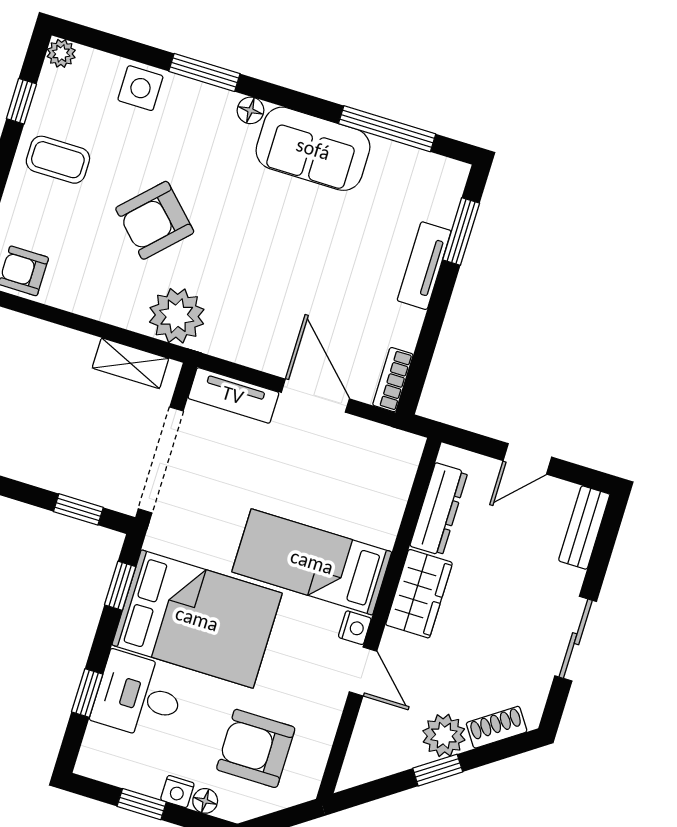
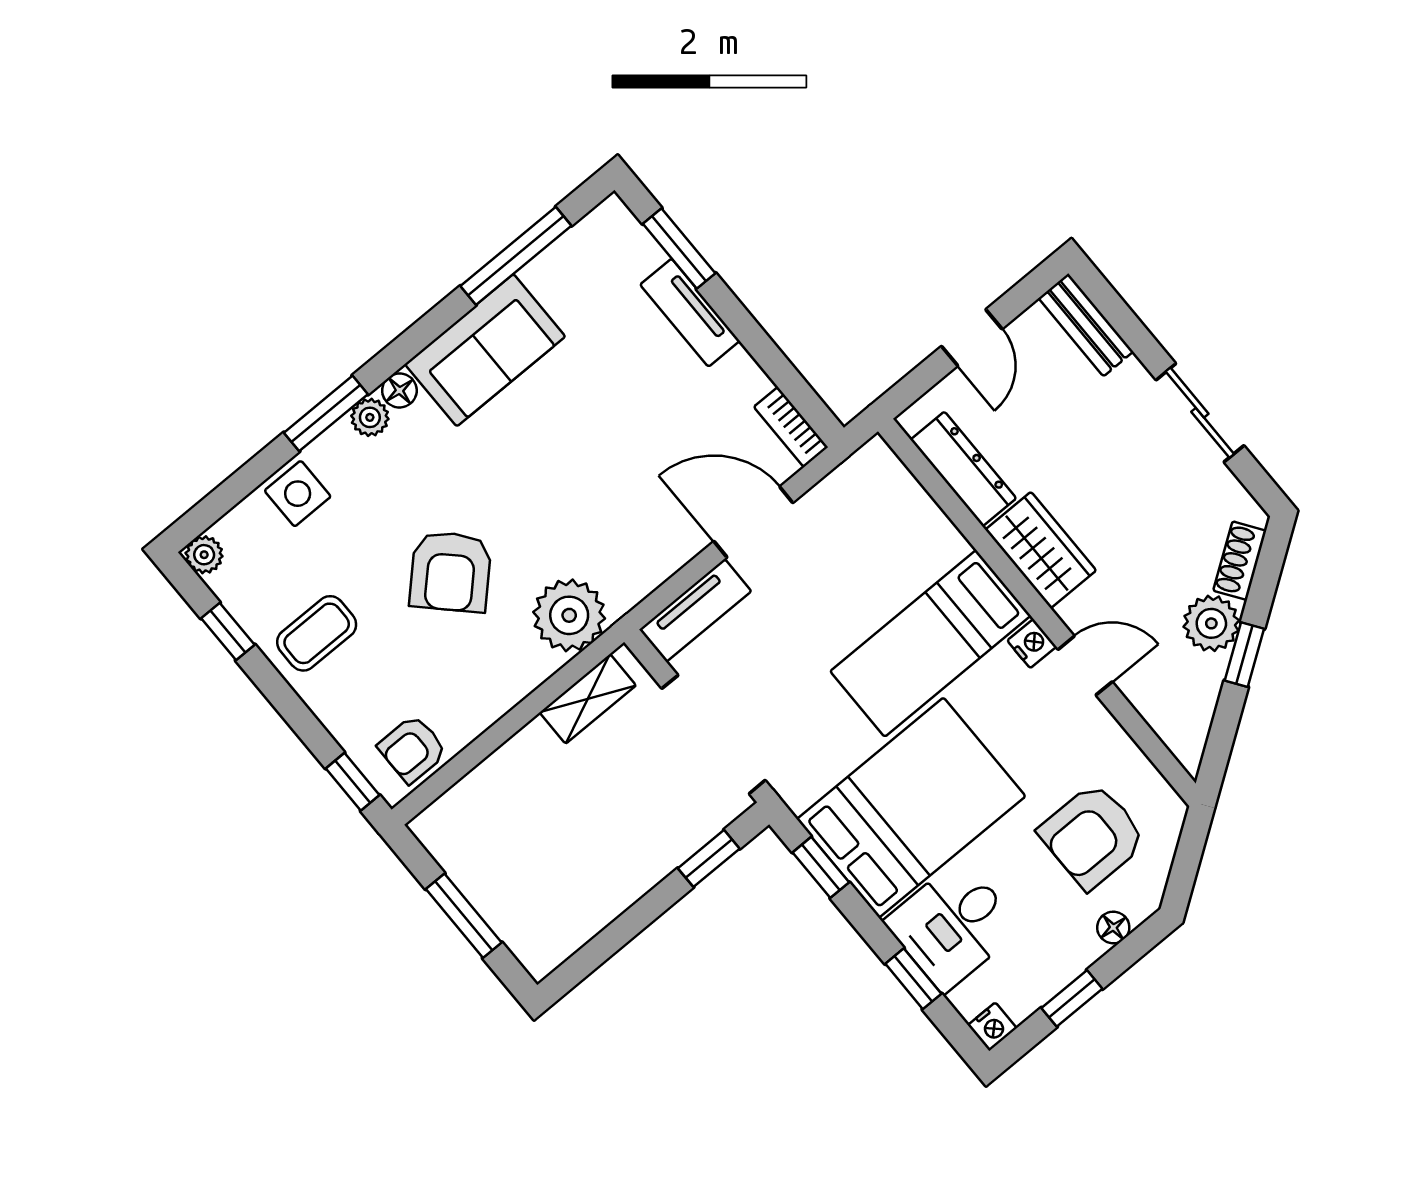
plant: (220, 103) -> (370, 417), added
nightstand: (177, 792) -> (992, 1027), moved

